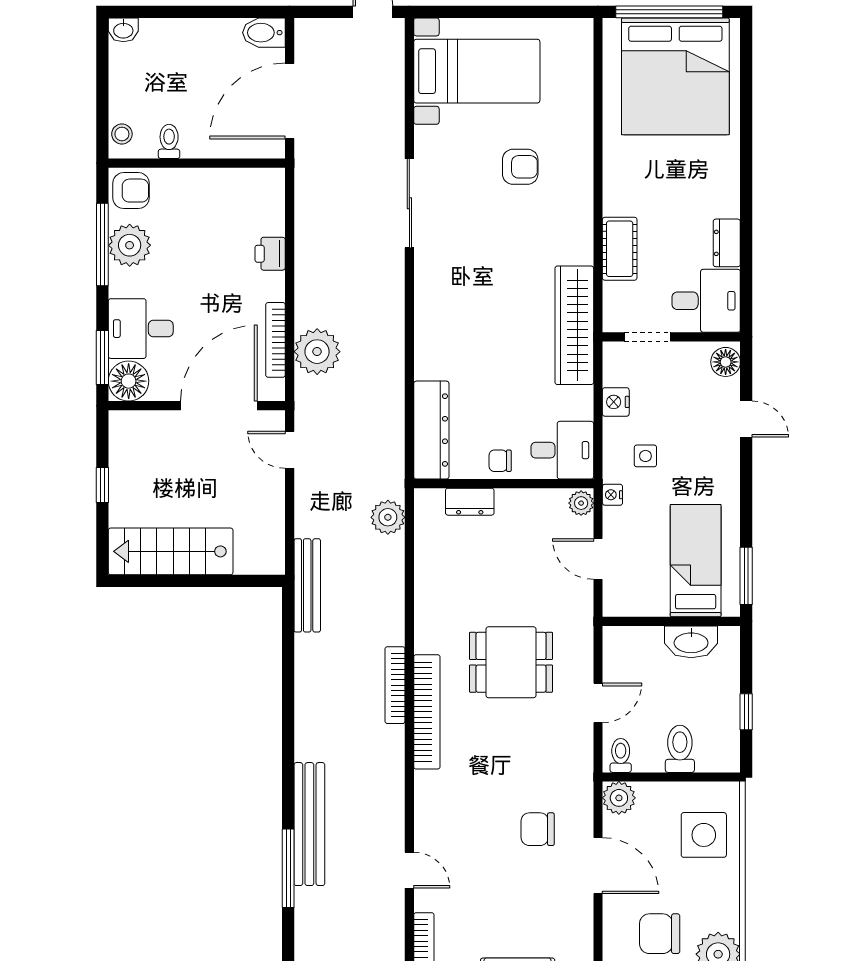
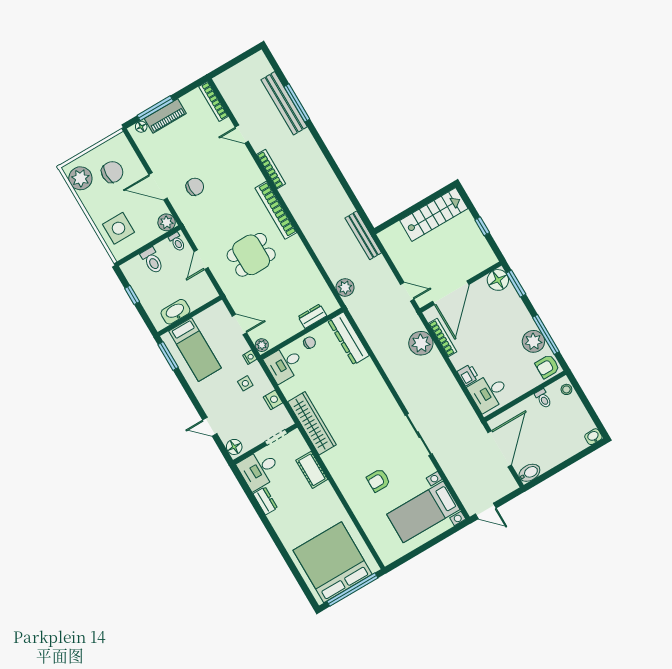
desk: (141, 329) -> (489, 392), moved, turned 180
bookcase: (395, 685) -> (271, 169), moved
bench: (309, 824) -> (284, 103), moved

